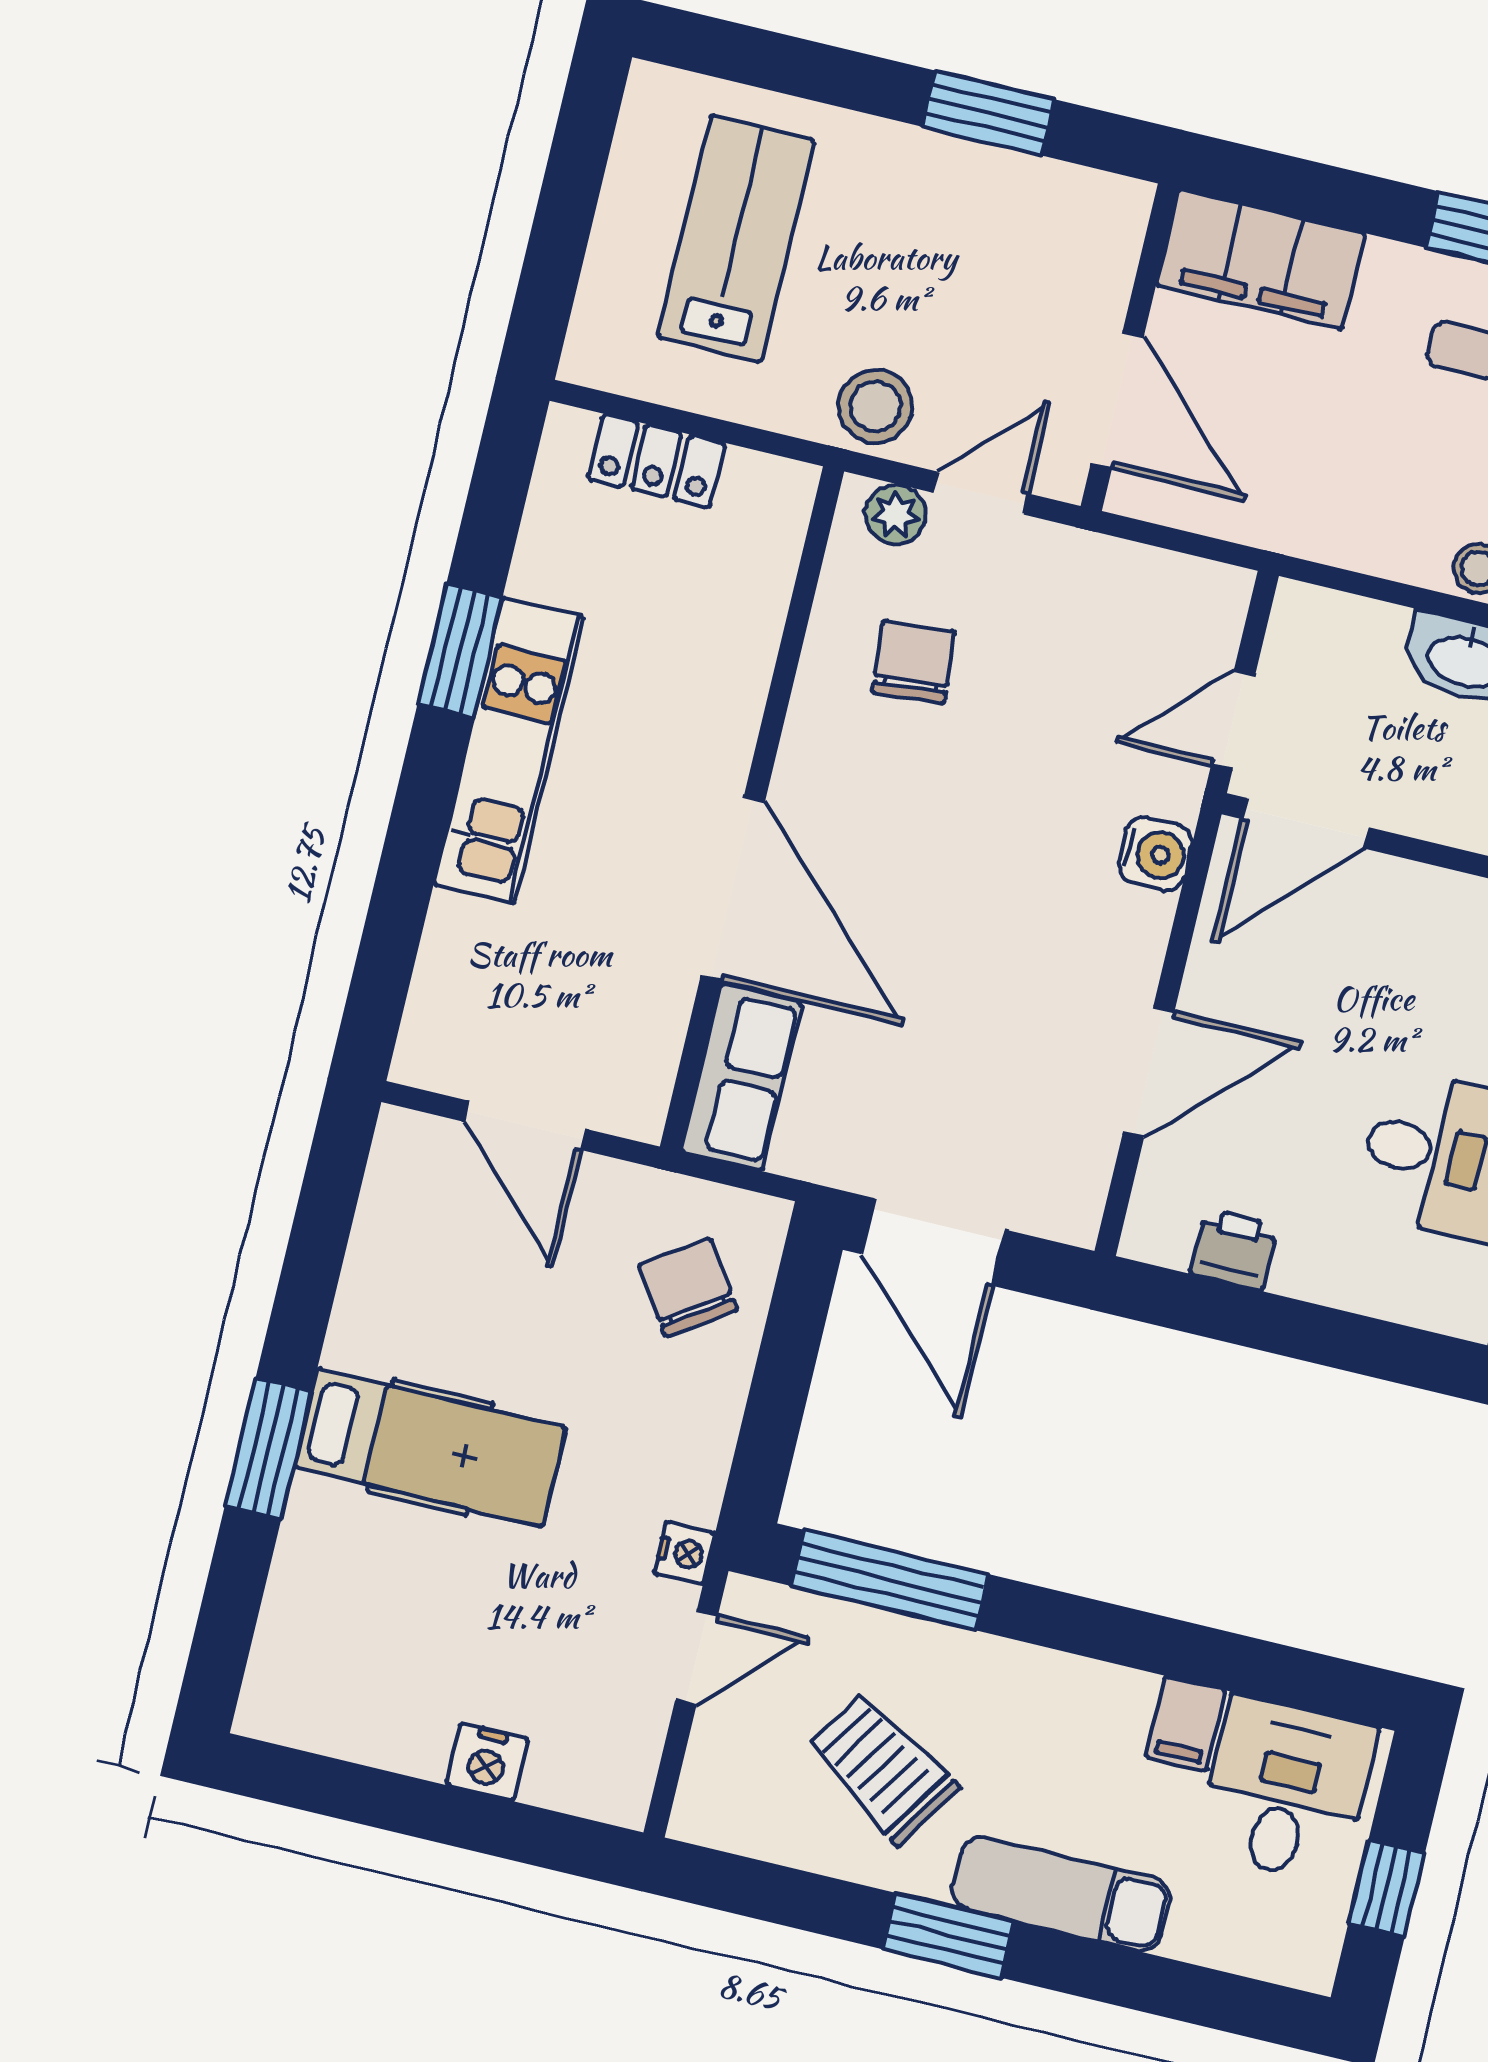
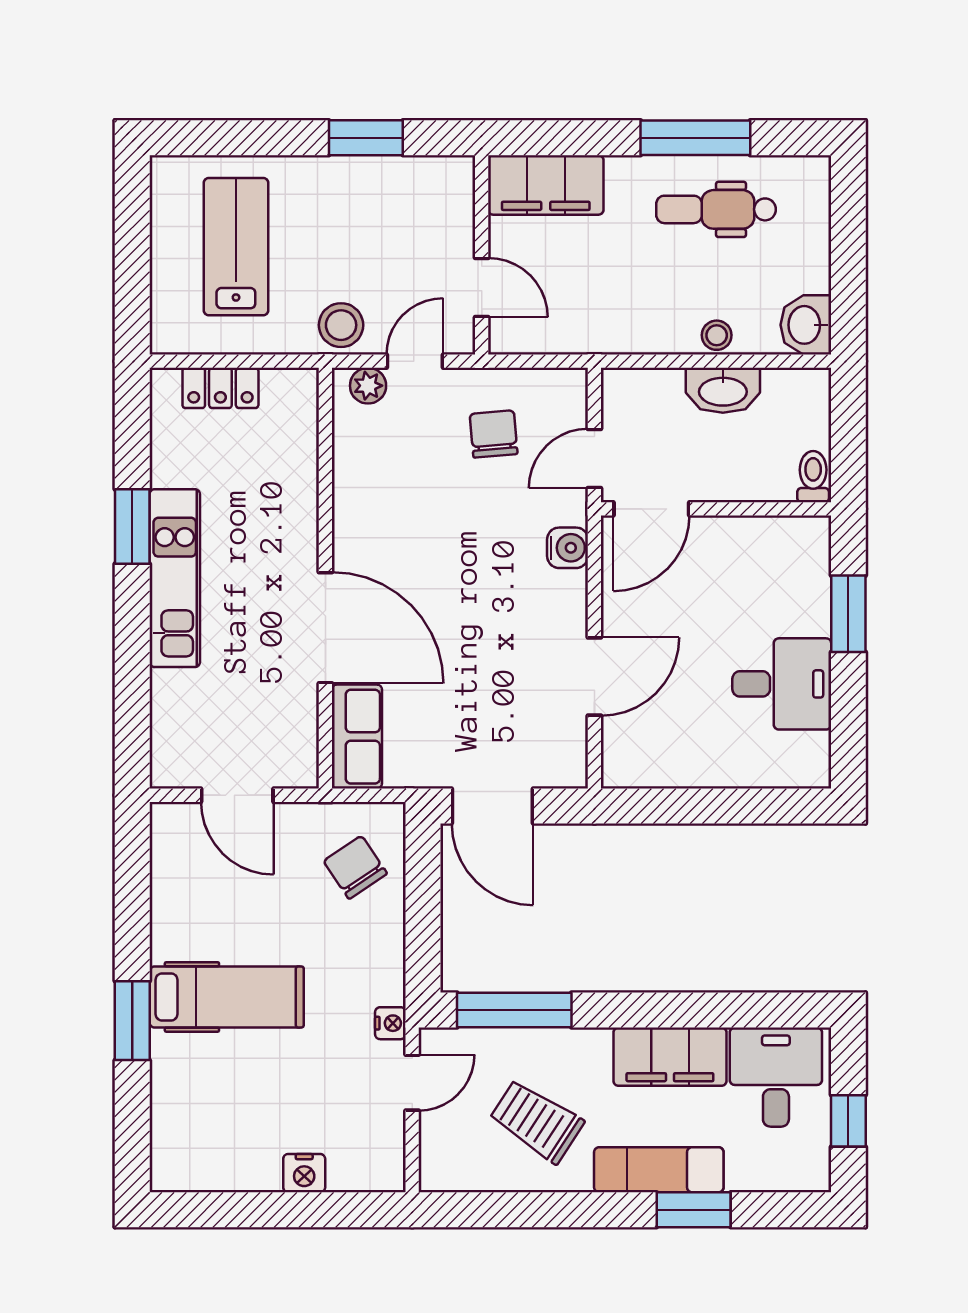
door: (1117, 400) -> (482, 288), width x0.73
chair: (913, 662) -> (494, 434), moved
printer: (1234, 1250) -> (669, 768), removed
filing cabinet: (1186, 1724) -> (670, 1057), width x3.00, depth x1.17
window: (949, 1935) -> (694, 1210), moved

